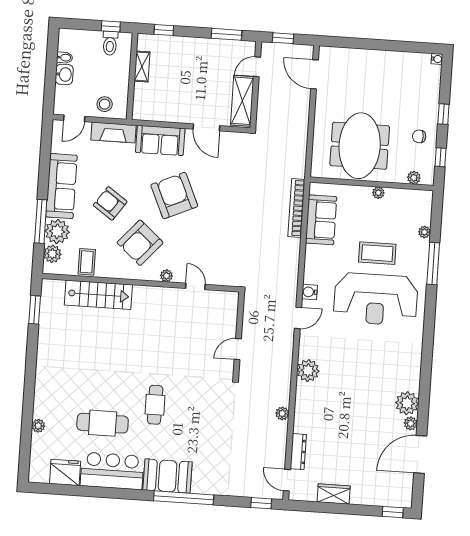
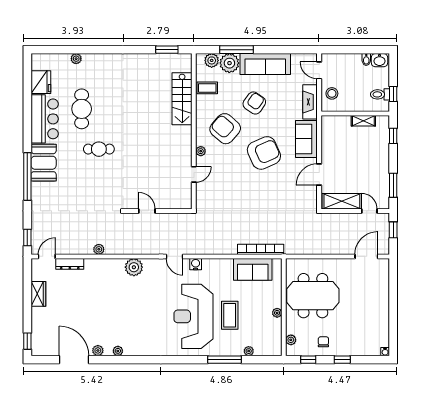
washbasin: (64, 74) -> (379, 60), moved
plant: (407, 403) -> (118, 351), width x0.53, depth x0.53

